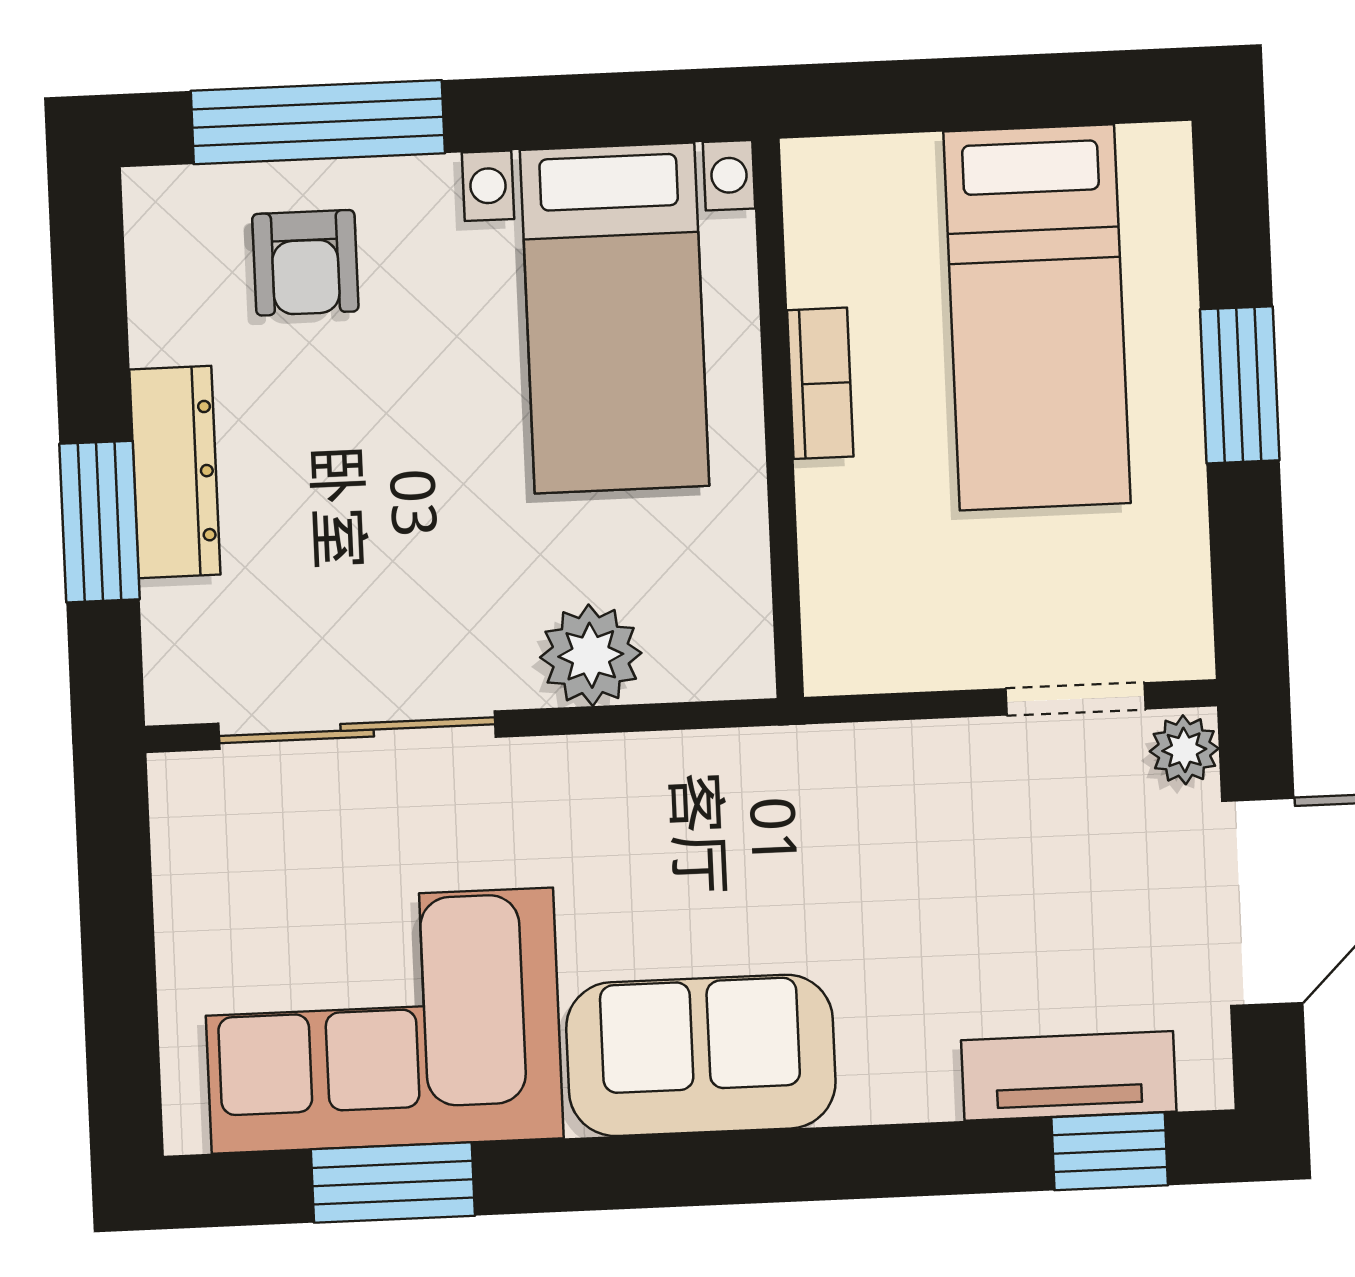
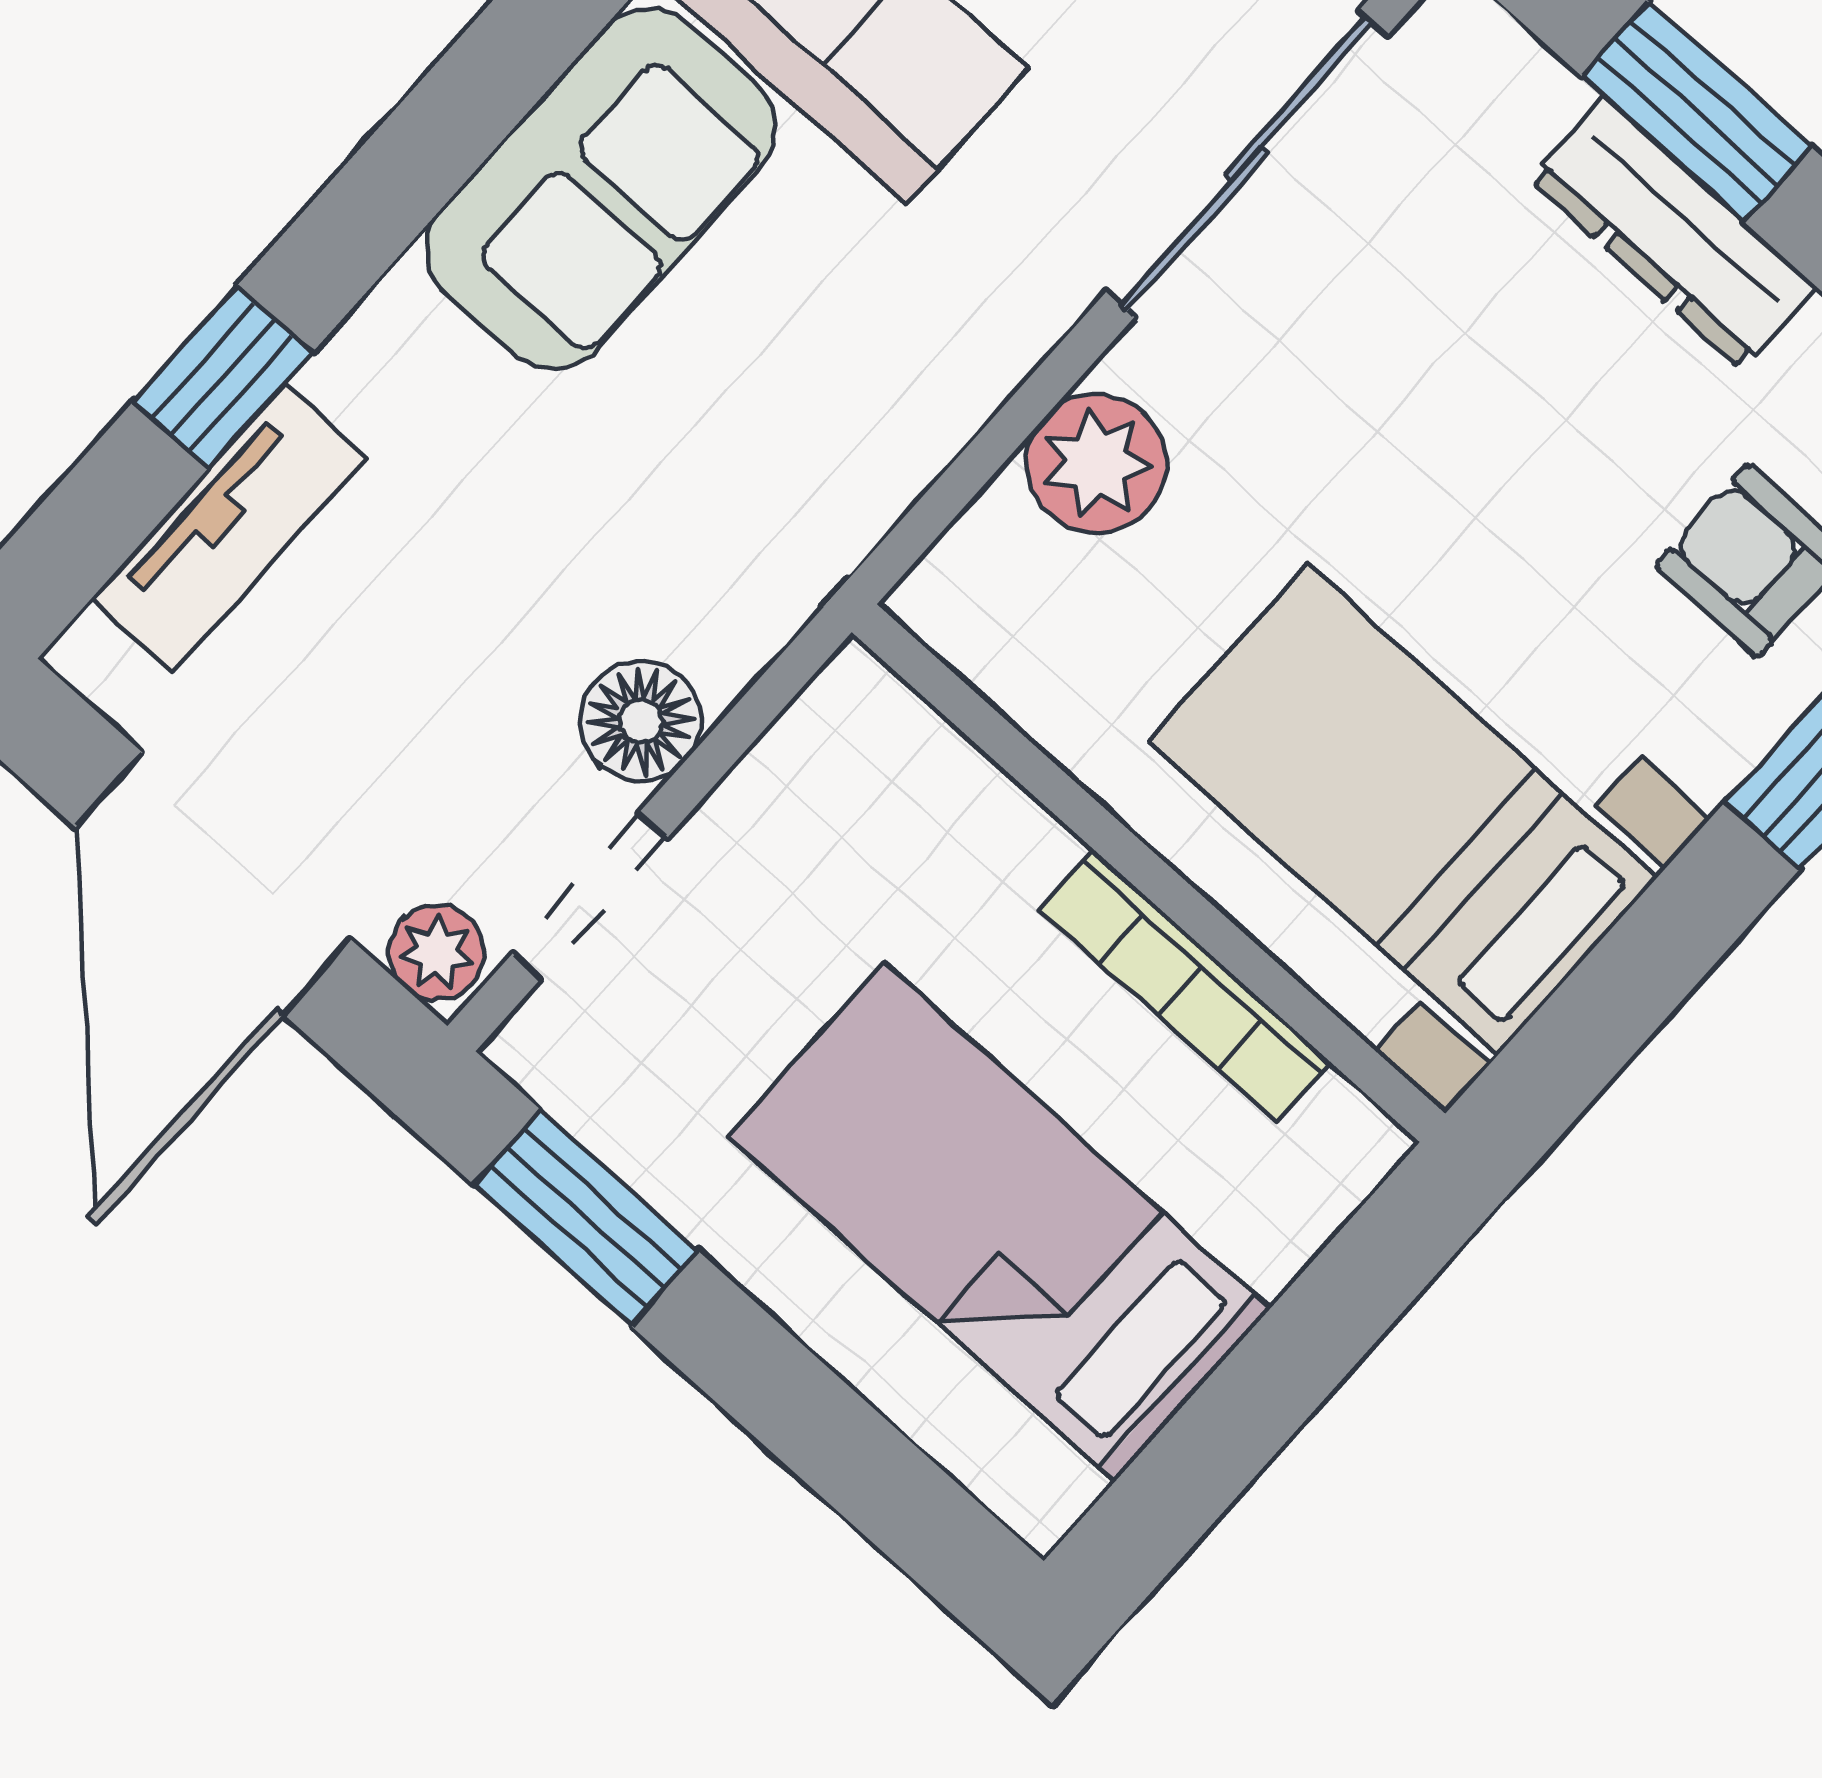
bookcase: (820, 383) -> (1185, 986), width x1.56
window: (1240, 385) -> (586, 1218), moved
floor lamp: (959, 762) -> (641, 721), added
window: (1110, 1151) -> (223, 377), moved

